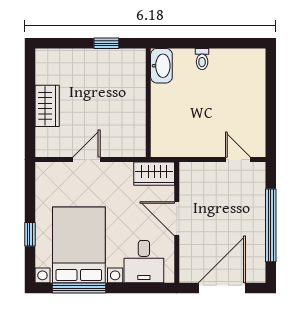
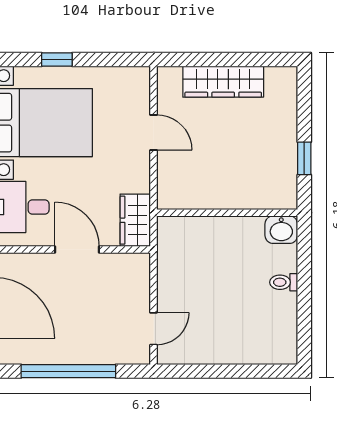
washbasin: (161, 66) -> (281, 230), width x0.72
wardrobe: (47, 106) -> (223, 82), width x1.50
door: (177, 219) -> (77, 249), hinge flipped

